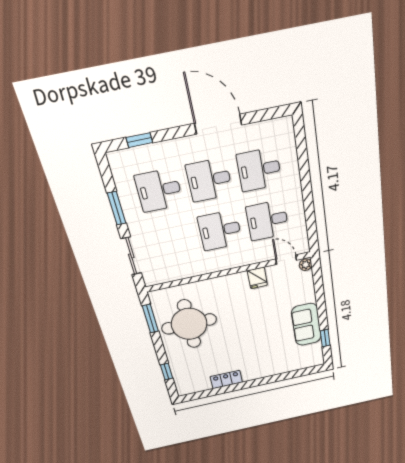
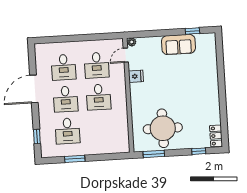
sliding door: (131, 256) -> (107, 157), removed
locker: (226, 379) -> (216, 136), moved

